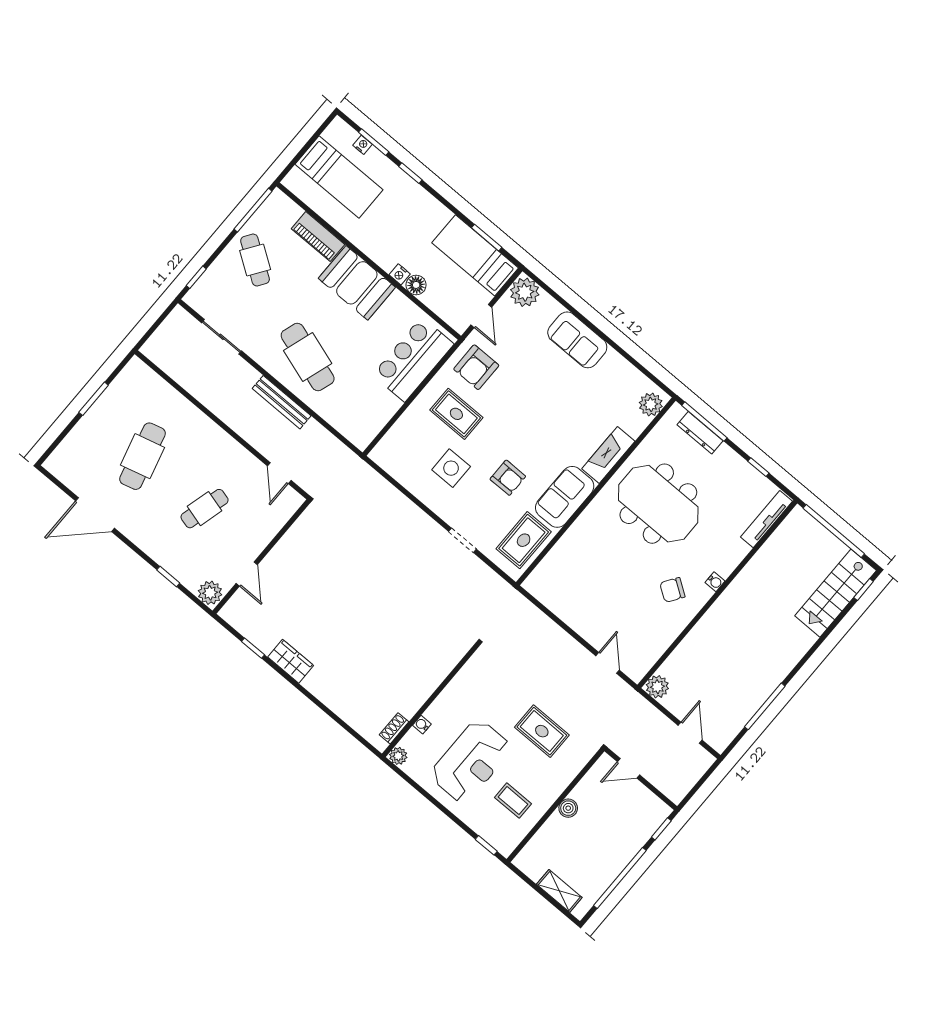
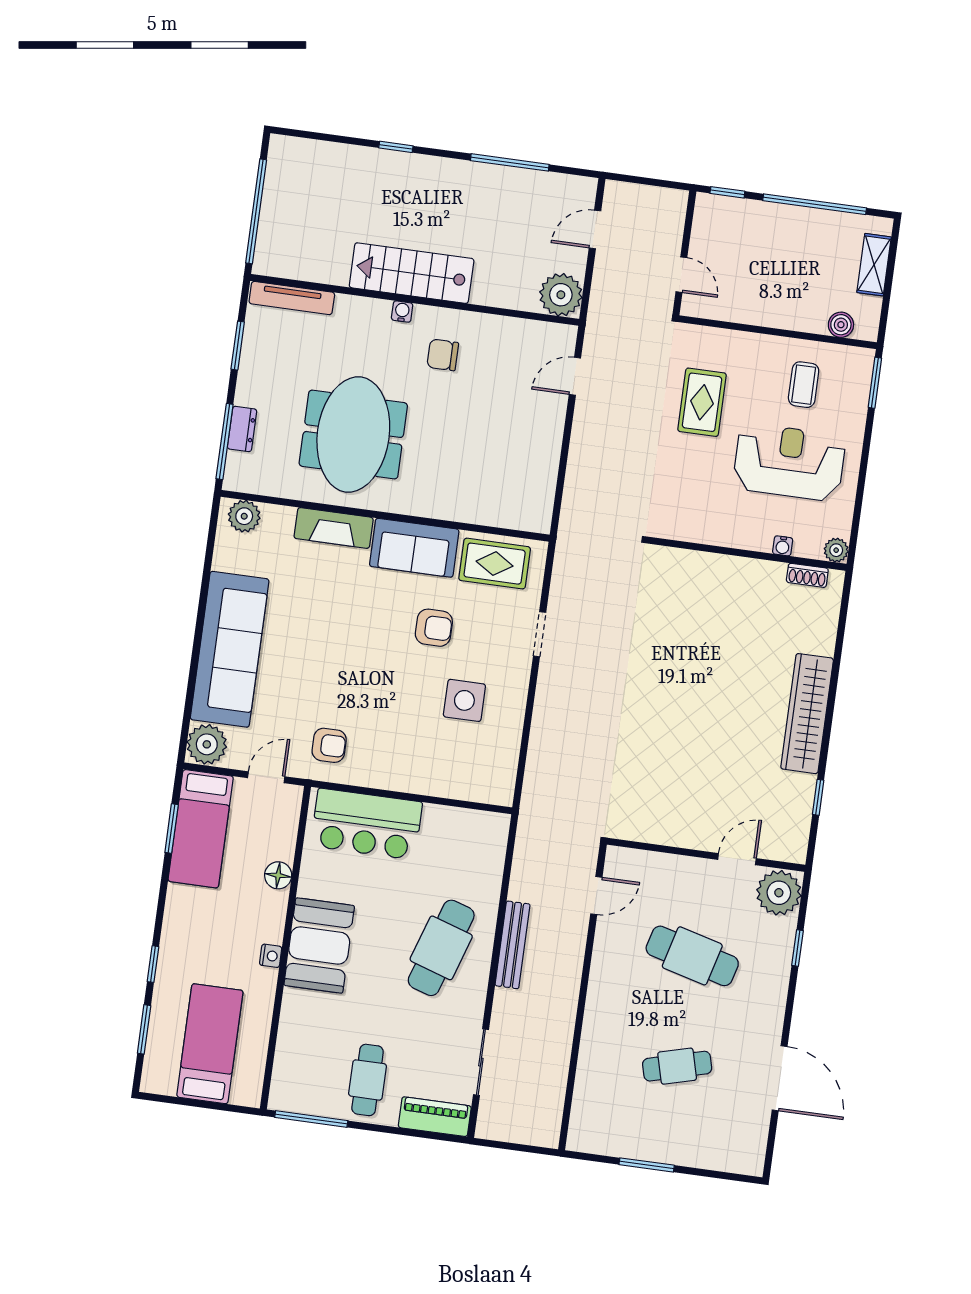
nightstand: (363, 145) -> (155, 1040), removed
piano: (318, 237) -> (435, 1117), moved, turned -90
cafe table: (255, 260) -> (368, 1080), turned -34
nightstand: (400, 274) -> (271, 956), moved
window: (196, 277) -> (431, 1135), removed
sofa: (577, 340) -> (230, 649), width x1.85, depth x1.27
armchair: (476, 367) -> (329, 745), width x0.72, depth x0.72
rug: (456, 414) -> (398, 734), removed
dresser: (700, 433) -> (242, 429), width x0.70
cafe table: (143, 456) -> (677, 1066), width x0.73, depth x0.74
window: (758, 467) -> (238, 346), width x1.50
armchair: (508, 478) -> (434, 628), turned 90
cafe table: (205, 509) -> (692, 956), width x1.37, depth x1.35
chair: (672, 590) -> (443, 355), turned 146
window: (864, 590) -> (396, 147), moved
plant: (210, 593) -> (779, 893), width x1.36, depth x1.36
stairs: (836, 593) -> (412, 273), moved, turned 180
wardrobe: (291, 661) -> (807, 714), width x2.10, depth x1.17
plant: (657, 687) -> (561, 295), width x1.36, depth x1.36
boiler: (568, 808) -> (841, 325), moved
window: (486, 845) -> (875, 383), width x1.50

